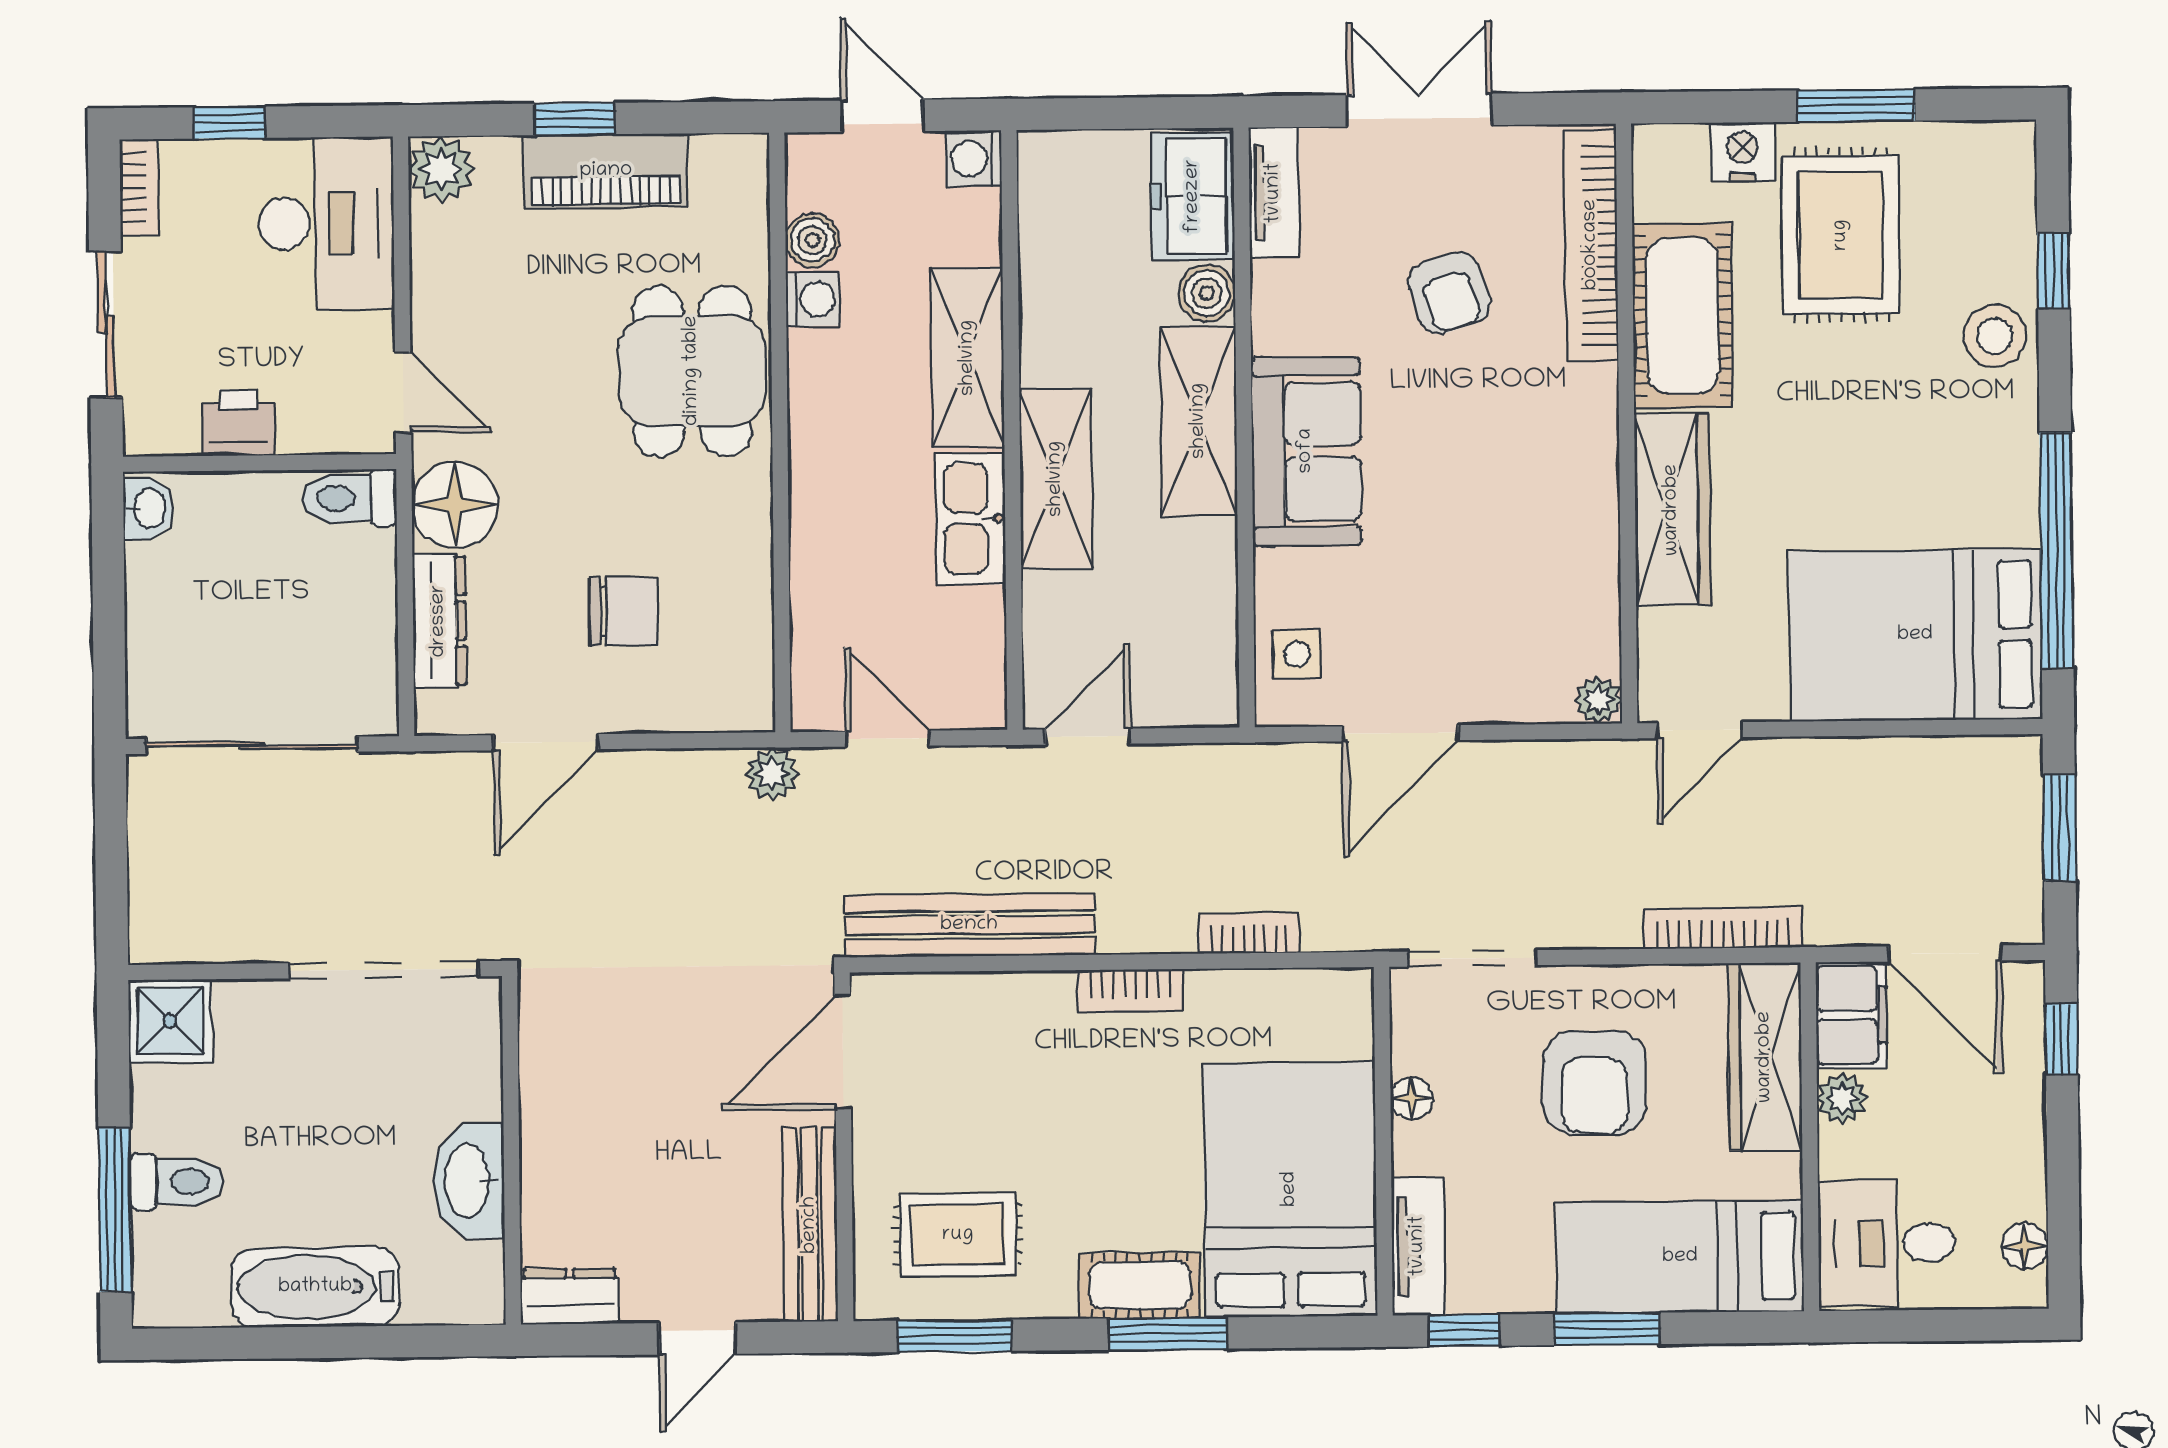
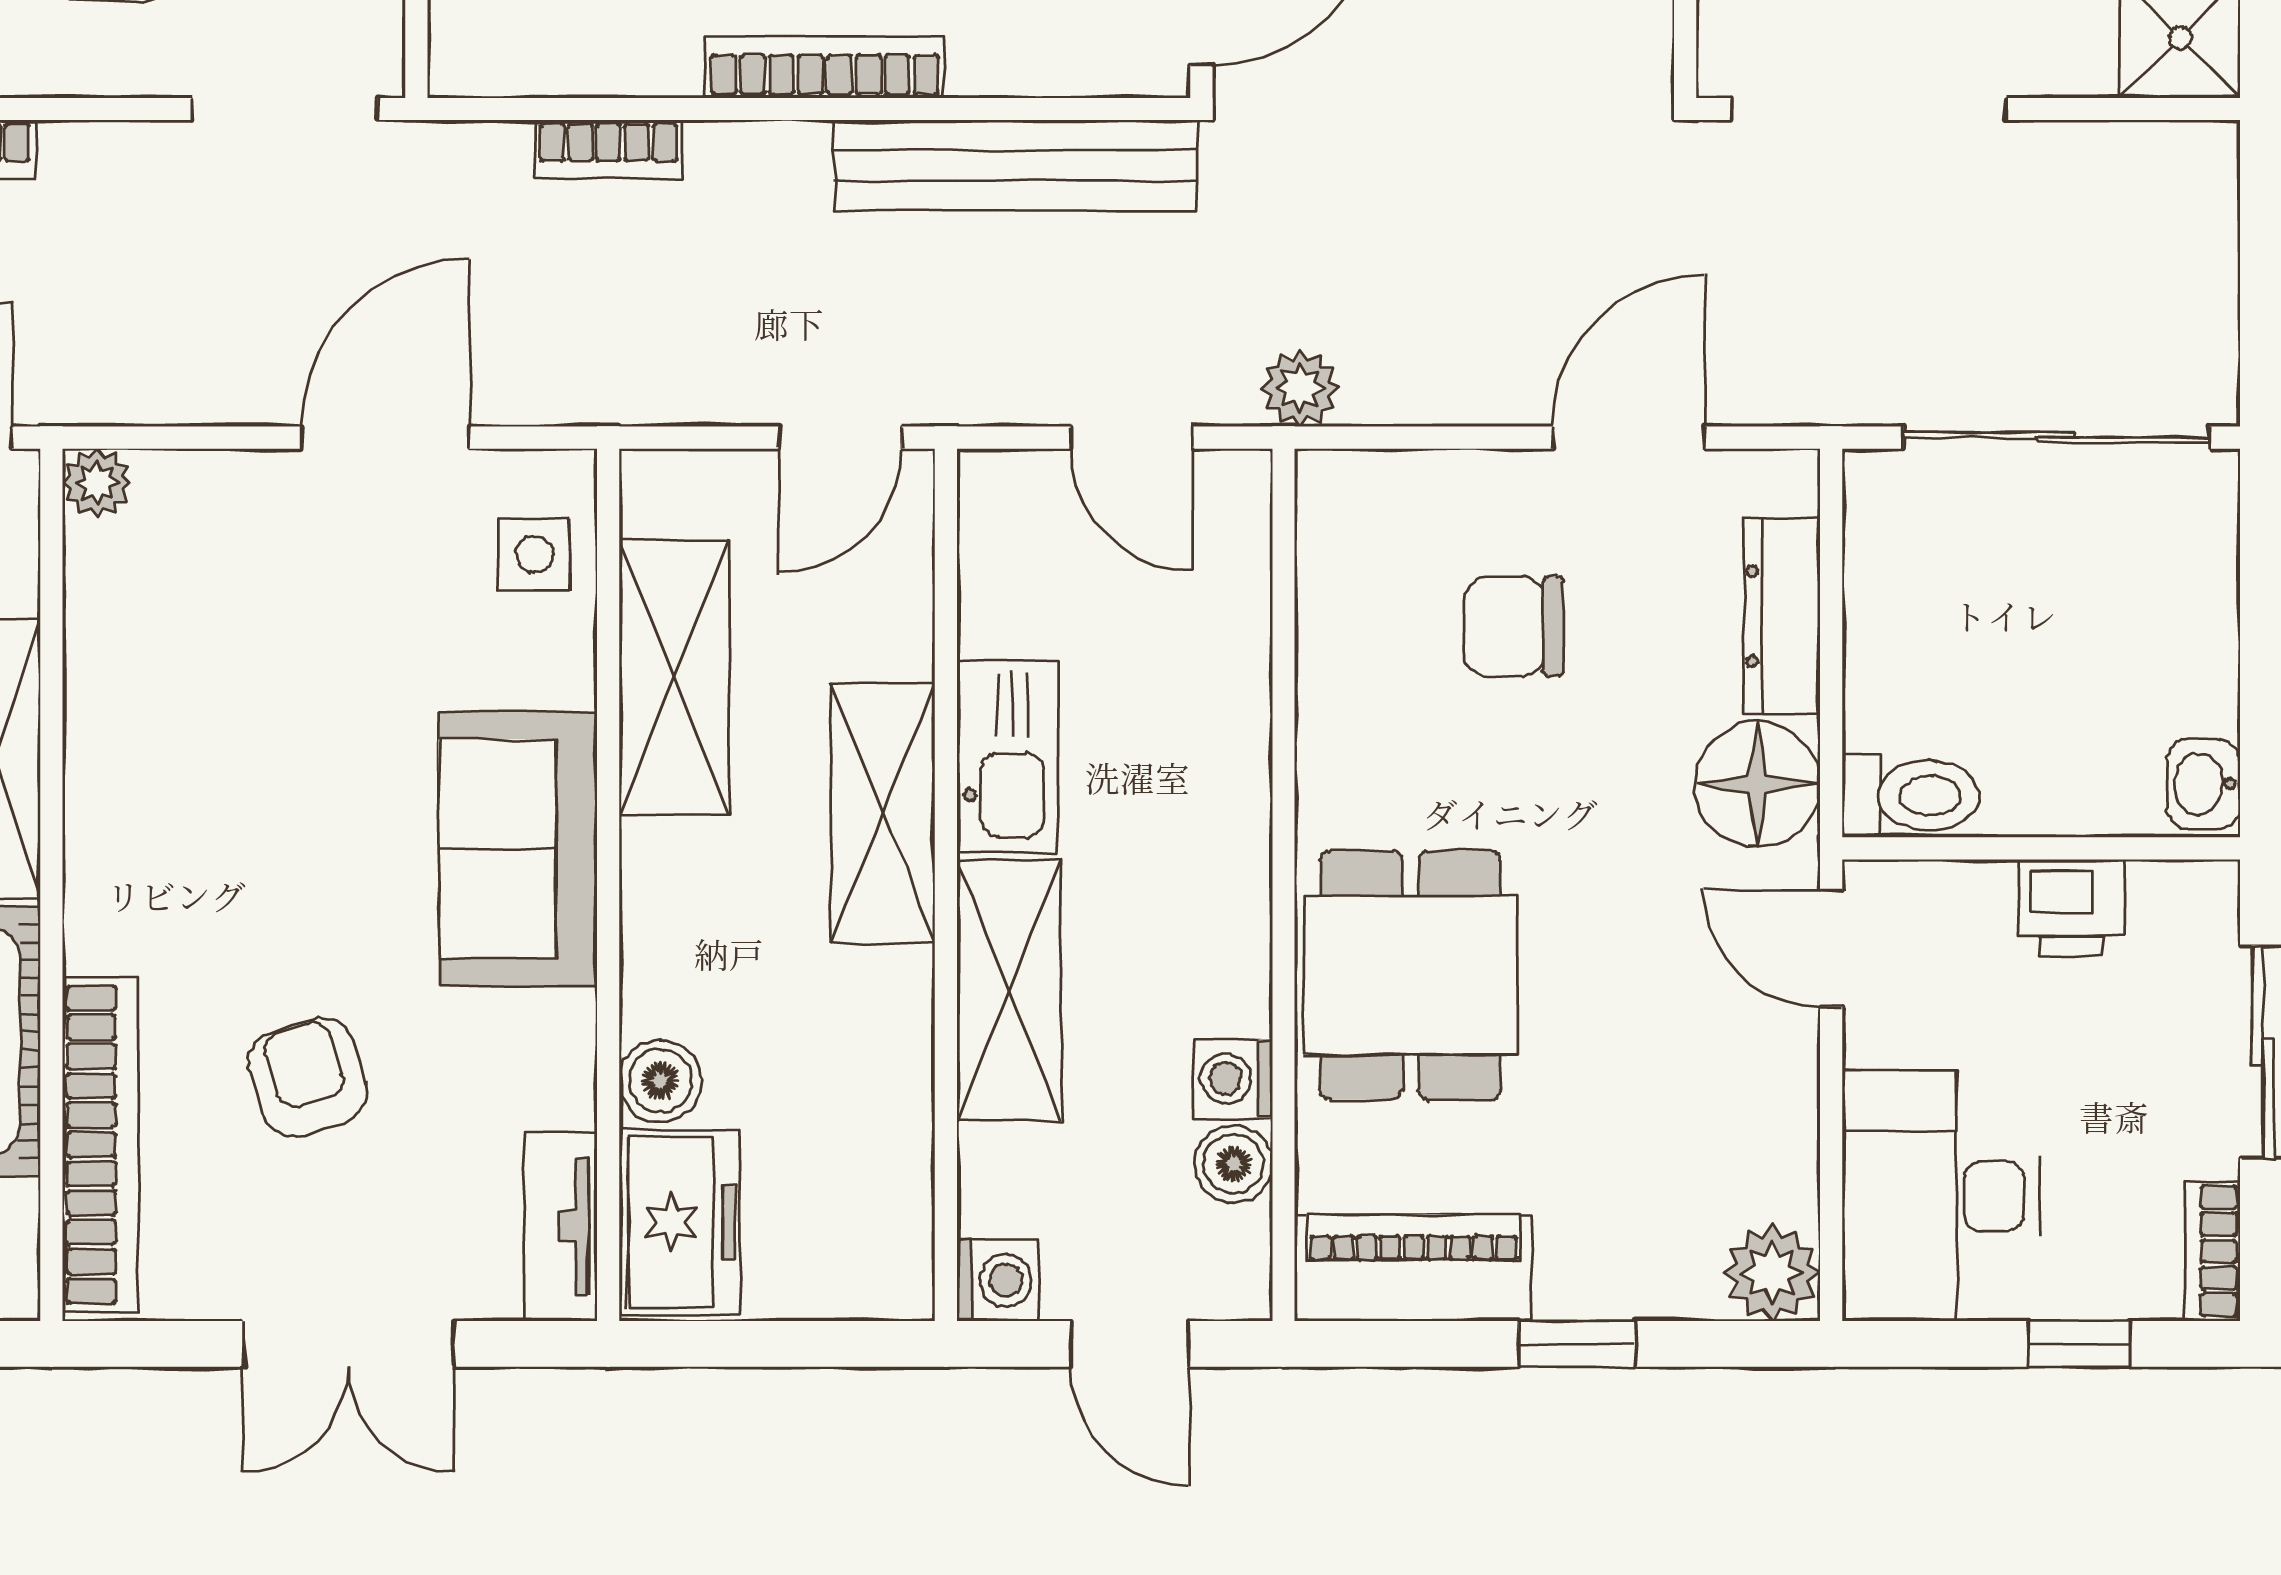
piano: (606, 171) -> (1413, 1268), moved
shelving: (1199, 421) -> (674, 678), moved
bookcase: (1131, 991) -> (825, 67), width x1.56

